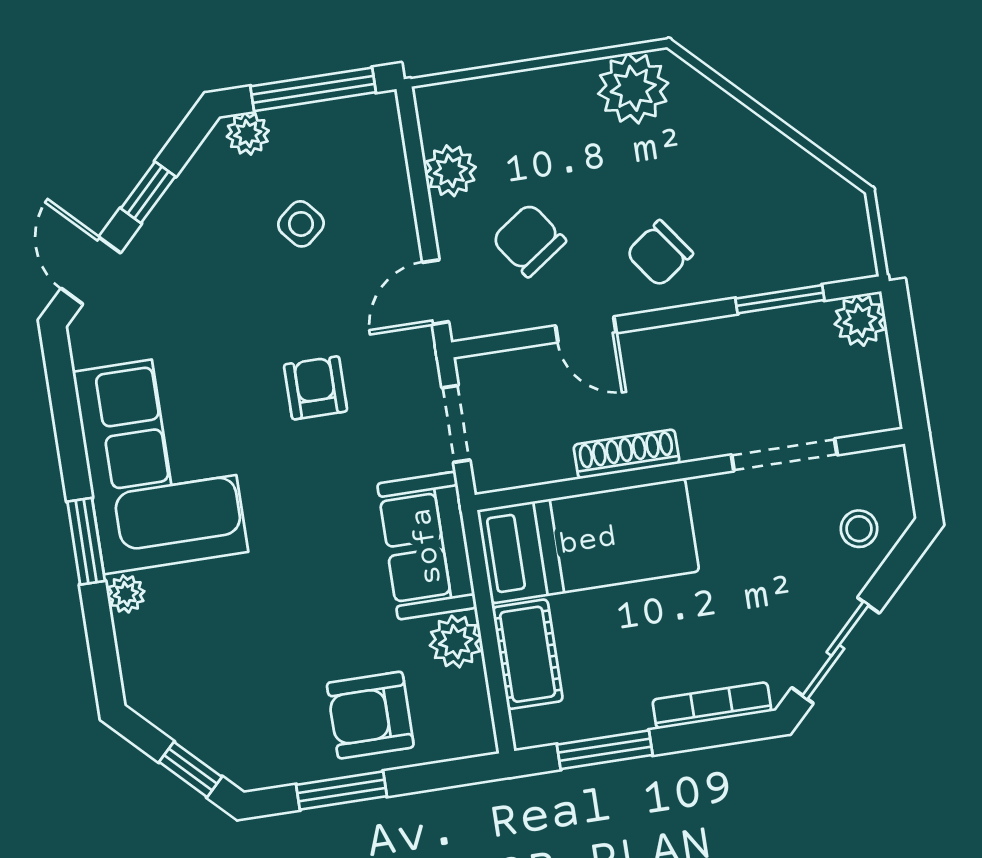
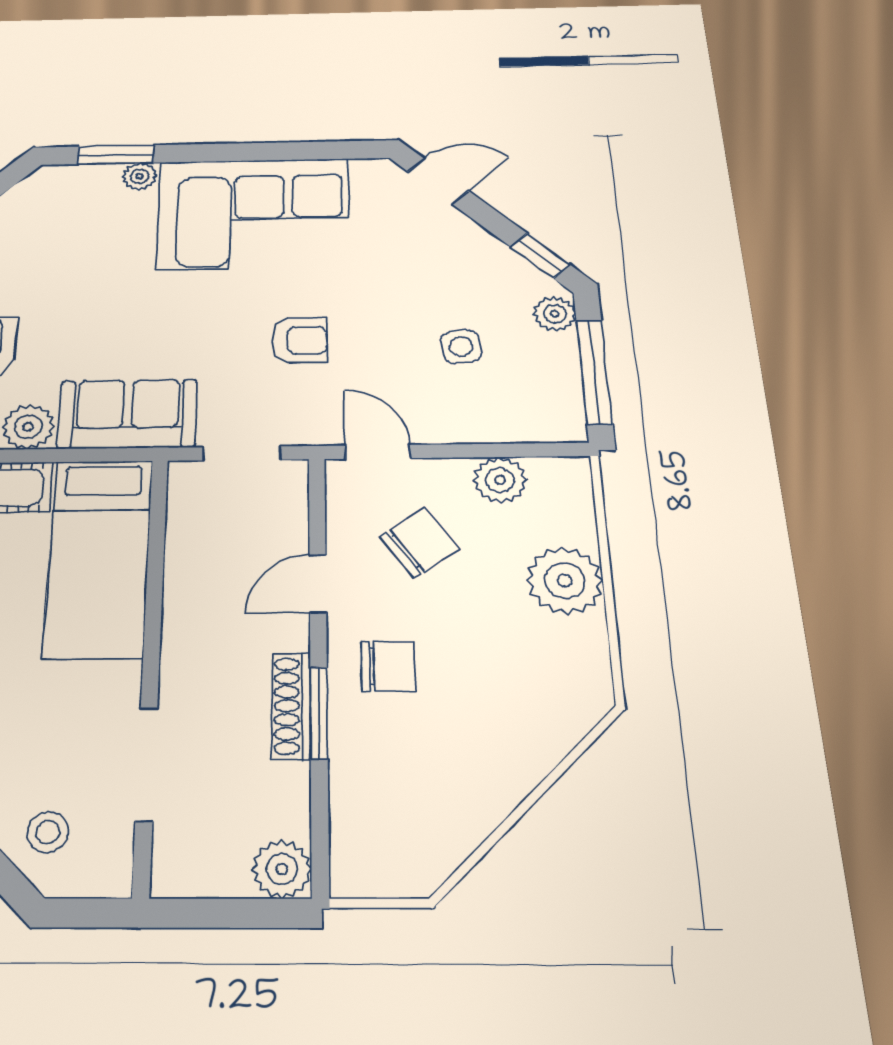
plant: (633, 88) -> (565, 581), moved
window: (148, 192) -> (540, 256), moved
side table: (301, 224) -> (461, 347), turned 33
chair: (660, 253) -> (388, 666), turned 126
window: (780, 299) -> (319, 713), moved
shoe rack: (627, 454) -> (291, 706), moved, turned 180
window: (86, 541) -> (116, 155), moved

